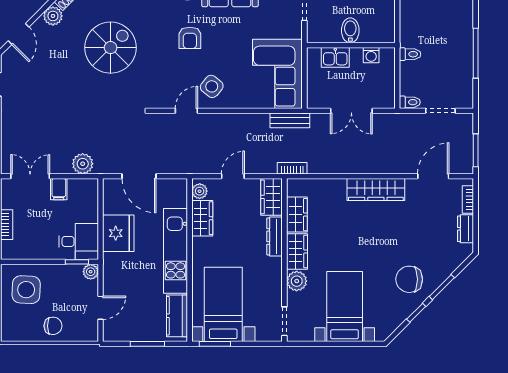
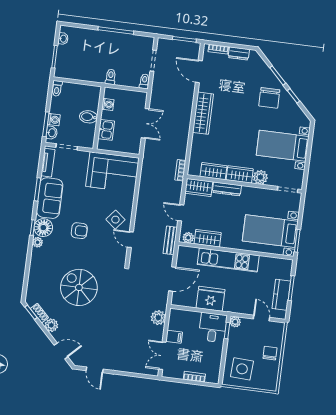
bench: (290, 120) -> (170, 240), moved
kitchen counter: (177, 316) -> (281, 295), moved, turned 90

